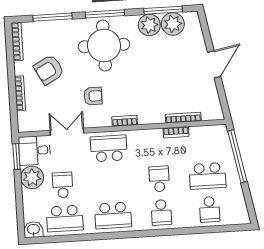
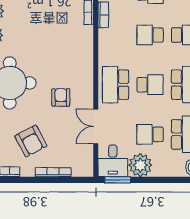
bookcase: (125, 121) -> (88, 67), removed
school desk: (111, 182) -> (150, 85), added

